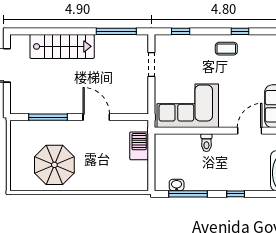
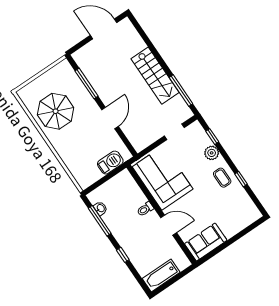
plant: (196, 43) -> (212, 153), added
stairs: (62, 46) -> (155, 76), moved
door: (250, 131) -> (169, 225), moved

